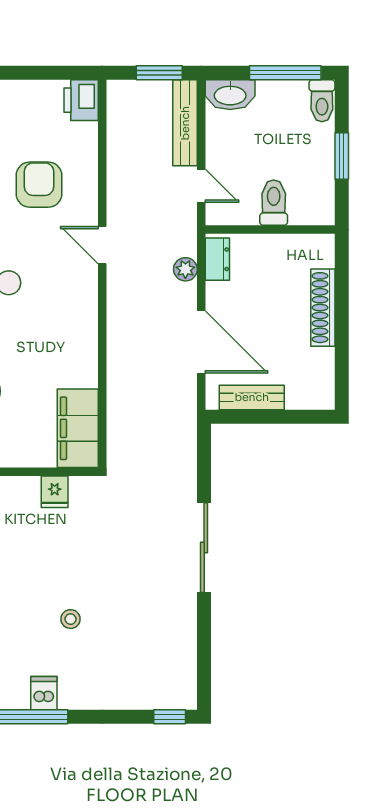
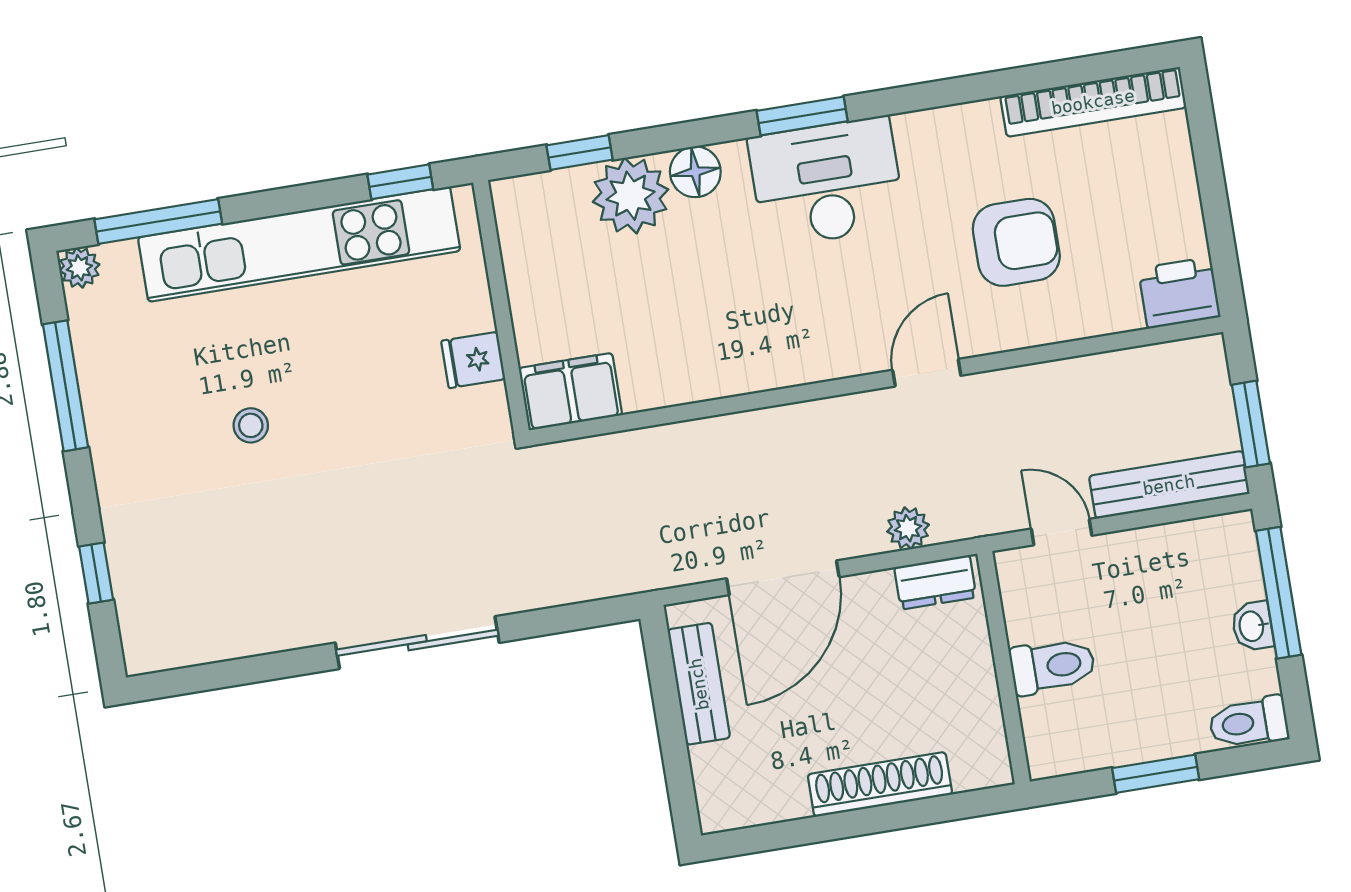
window: (285, 73) -> (1279, 593), moved
washbasin: (230, 95) -> (1252, 626), moved, width x0.52, depth x0.69
door: (201, 186) -> (1062, 532), swing flipped
filing cabinet: (78, 428) -> (571, 392), width x0.67, depth x0.86
dishwasher: (44, 693) -> (111, 400), removed
window: (170, 717) -> (96, 573), moved

